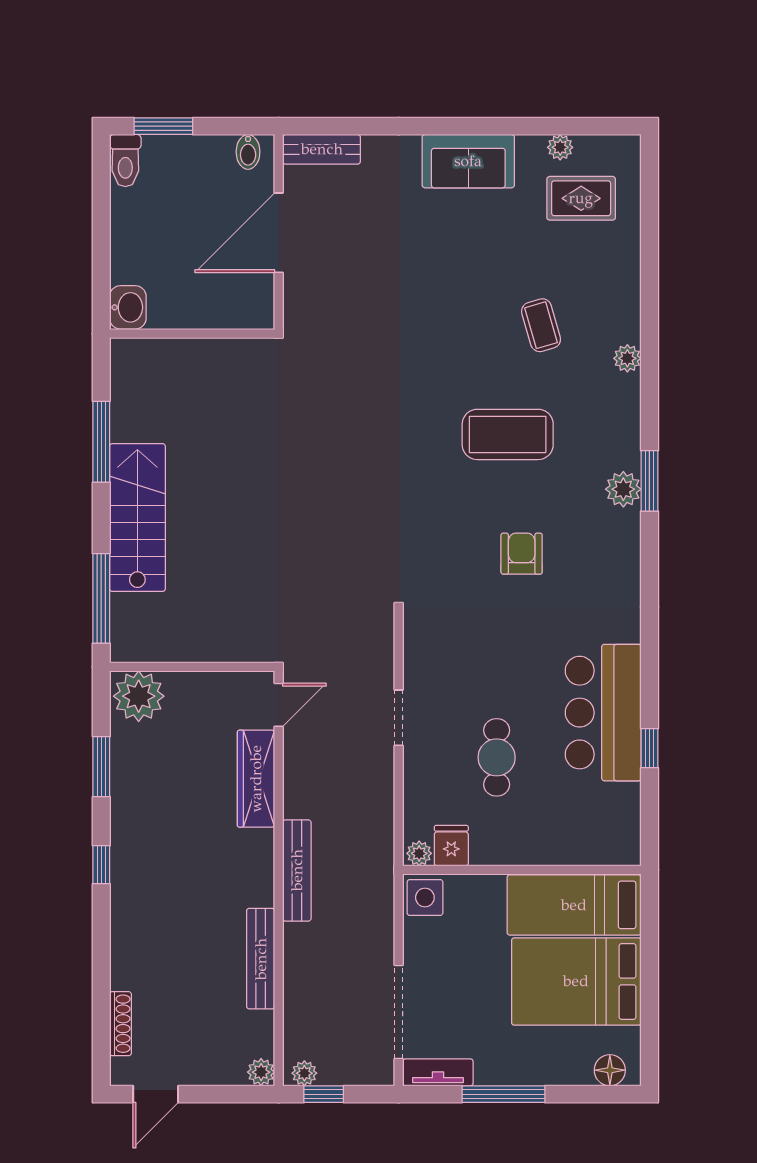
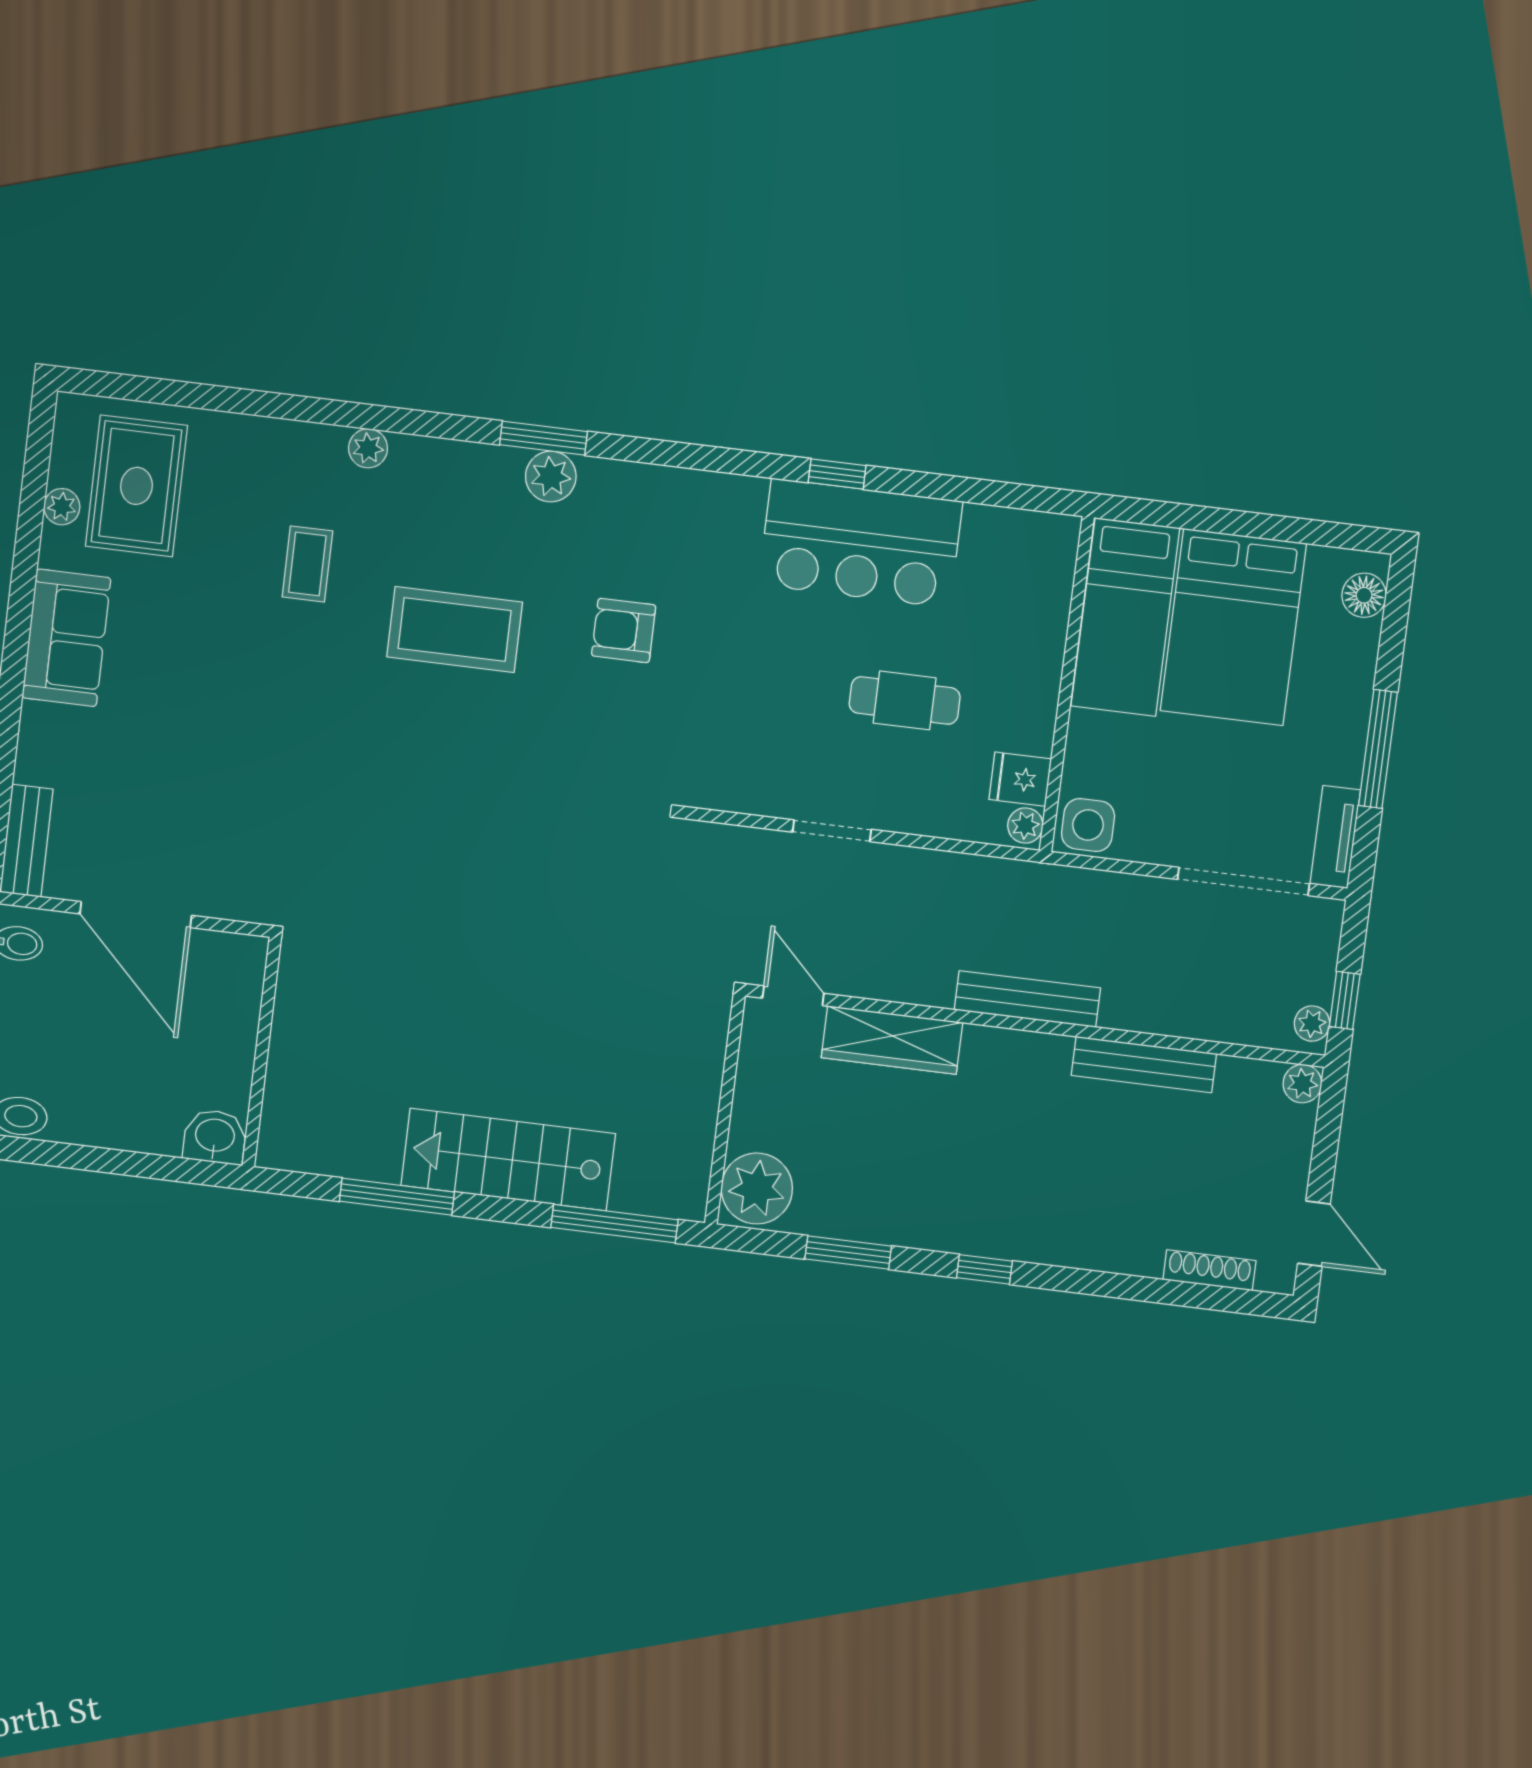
rug: (581, 198) -> (136, 486), width x1.36, depth x1.43
coffee table: (541, 325) -> (307, 564), turned -74
coffee table: (508, 434) -> (455, 630), turned 90
window: (649, 748) -> (837, 474), moved

